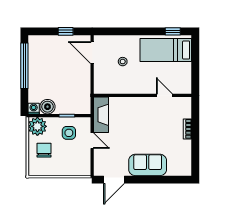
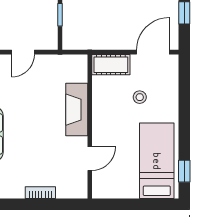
cot: (101, 81) -> (111, 65), added
fireplace: (101, 115) -> (77, 110), moved, turned 90
side table: (69, 133) -> (34, 18), removed

